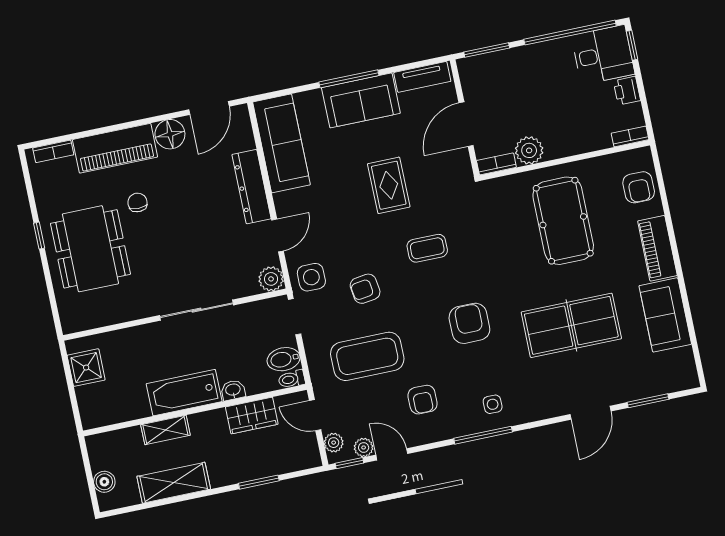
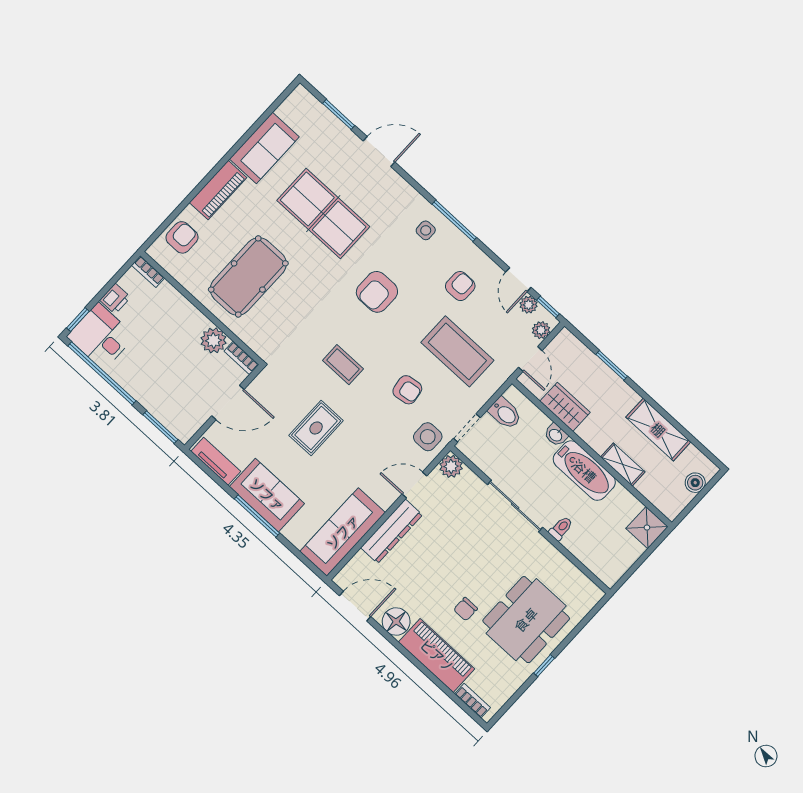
shower: (86, 368) -> (647, 528), moved
toilet: (292, 379) -> (561, 528), moved, turned -90

